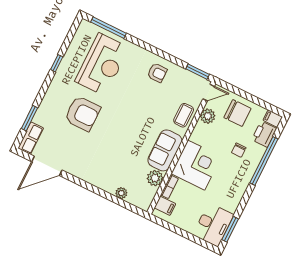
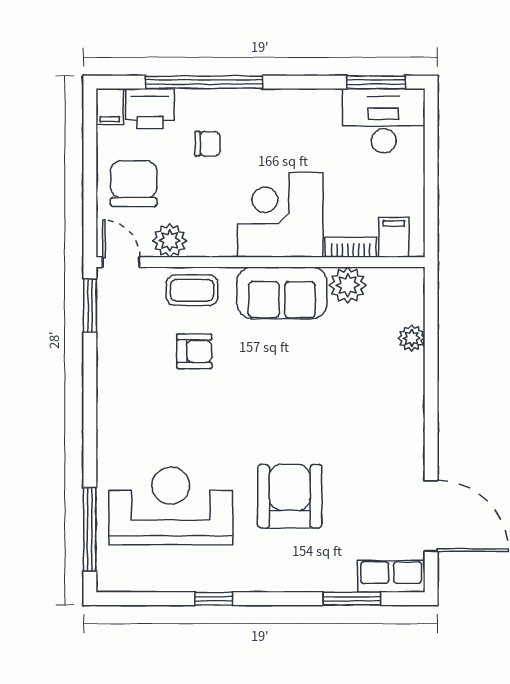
armchair: (157, 73) -> (194, 351), moved, turned 90

